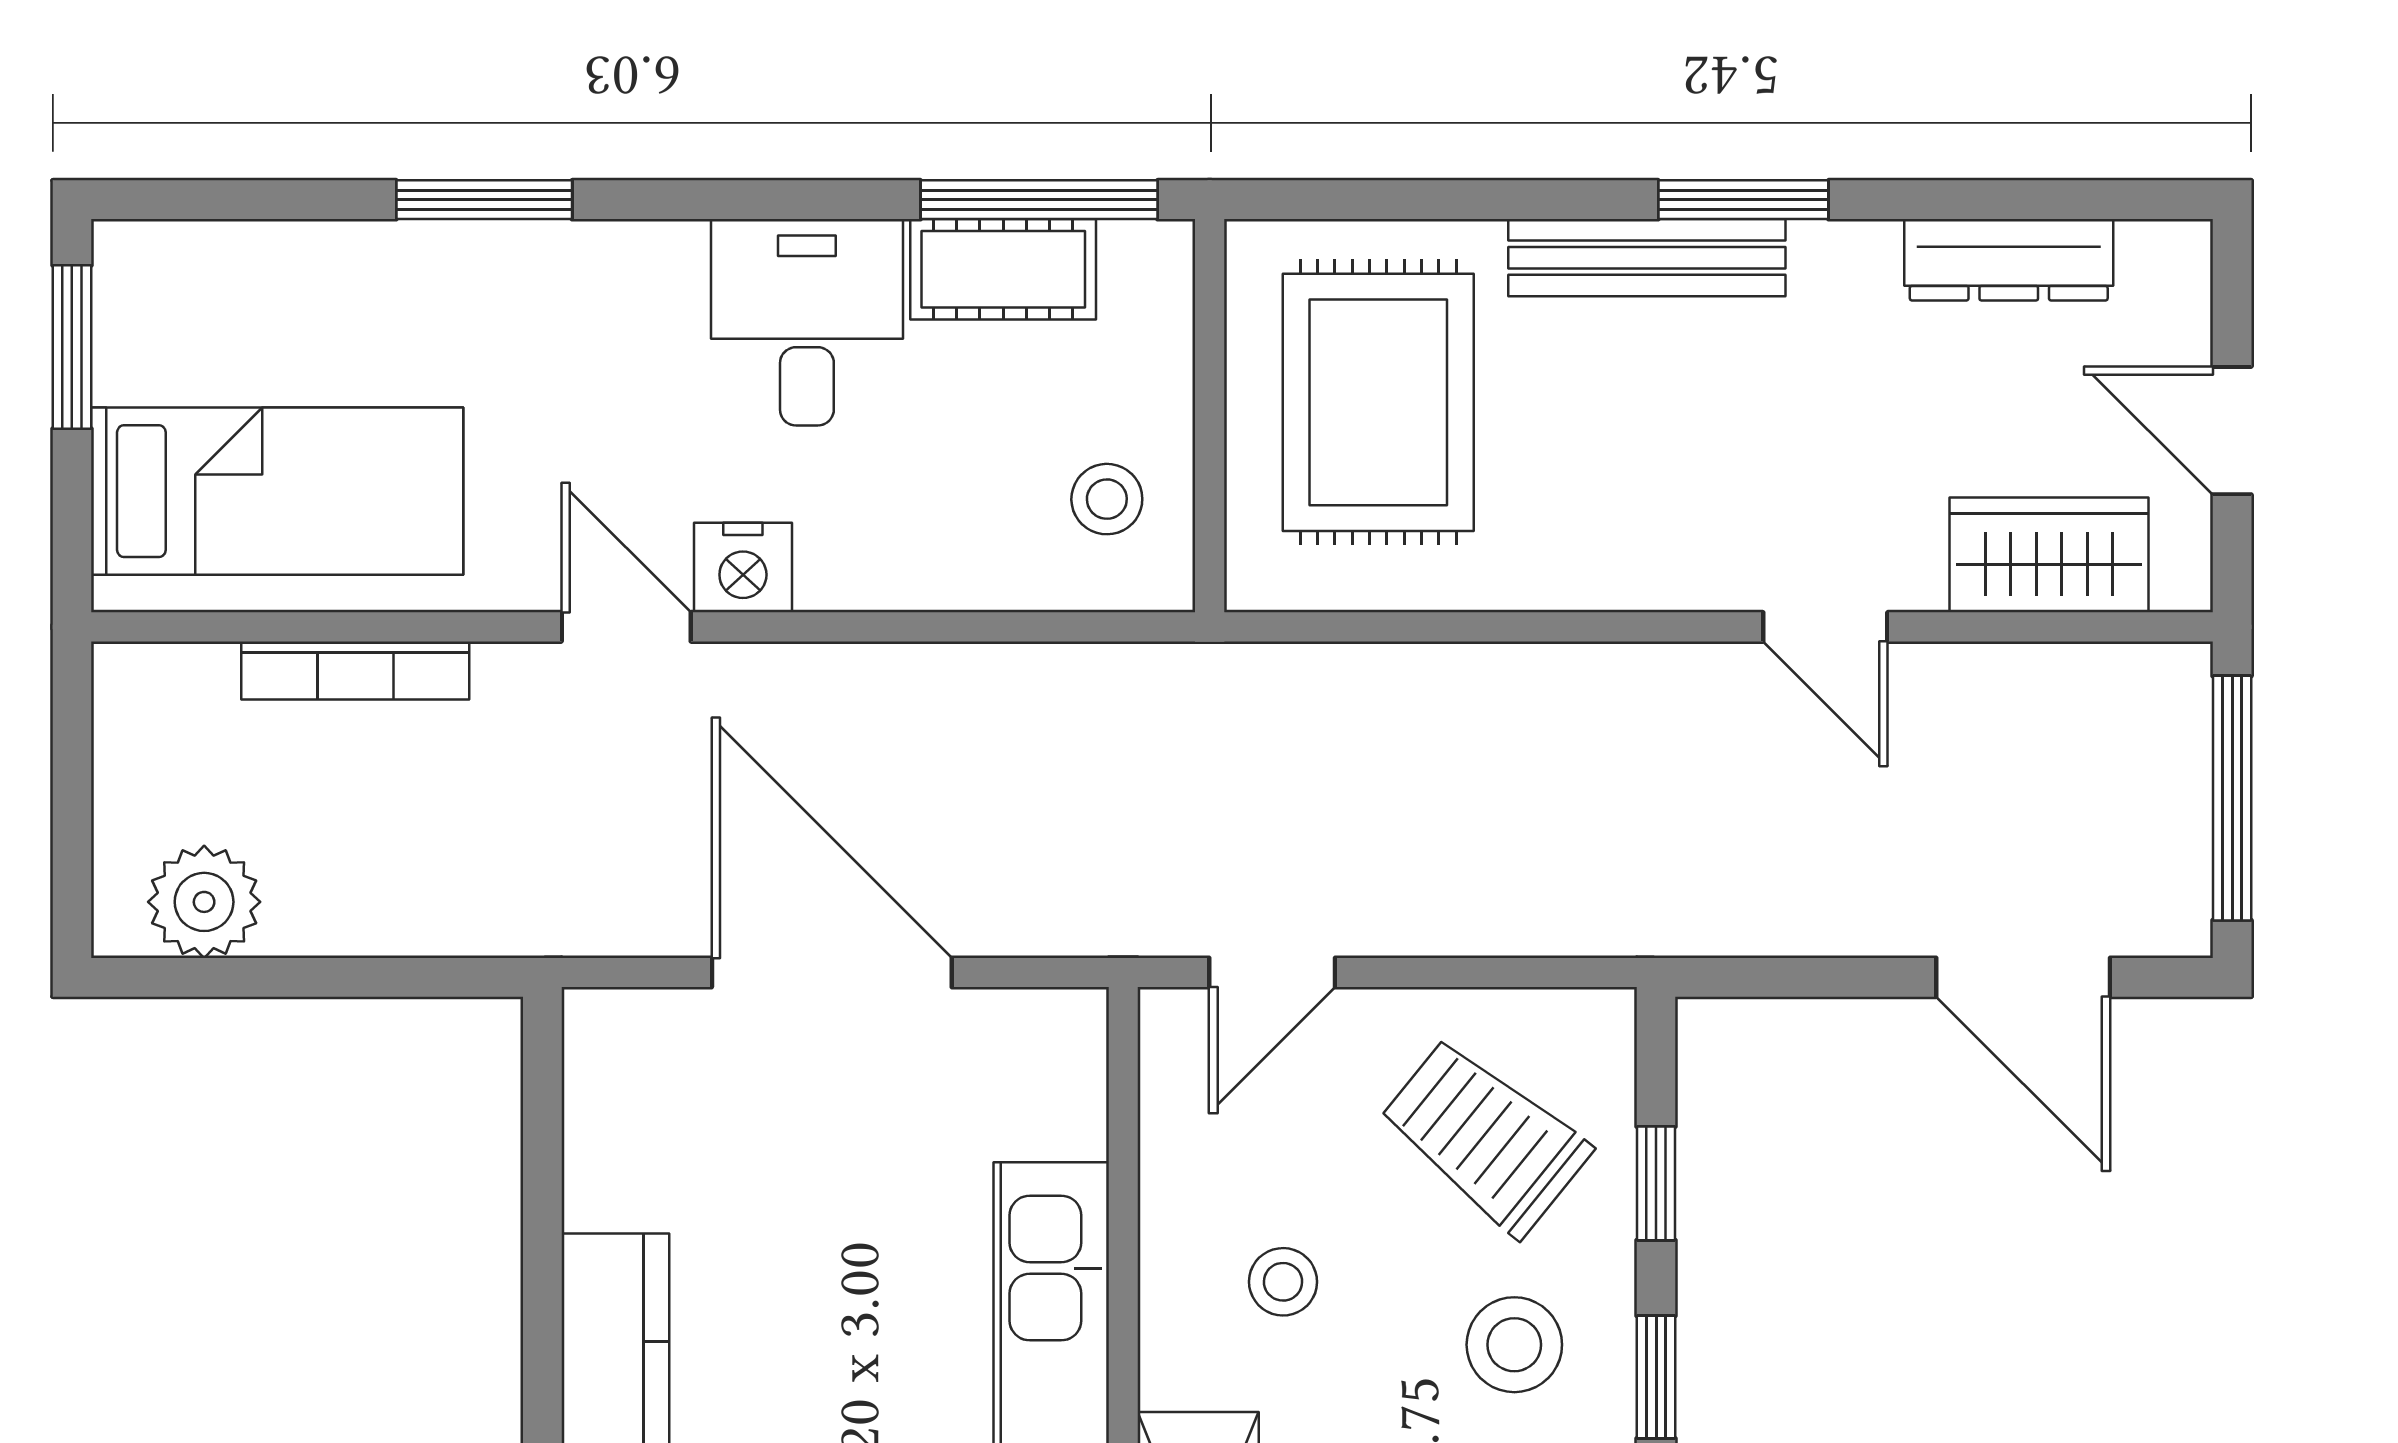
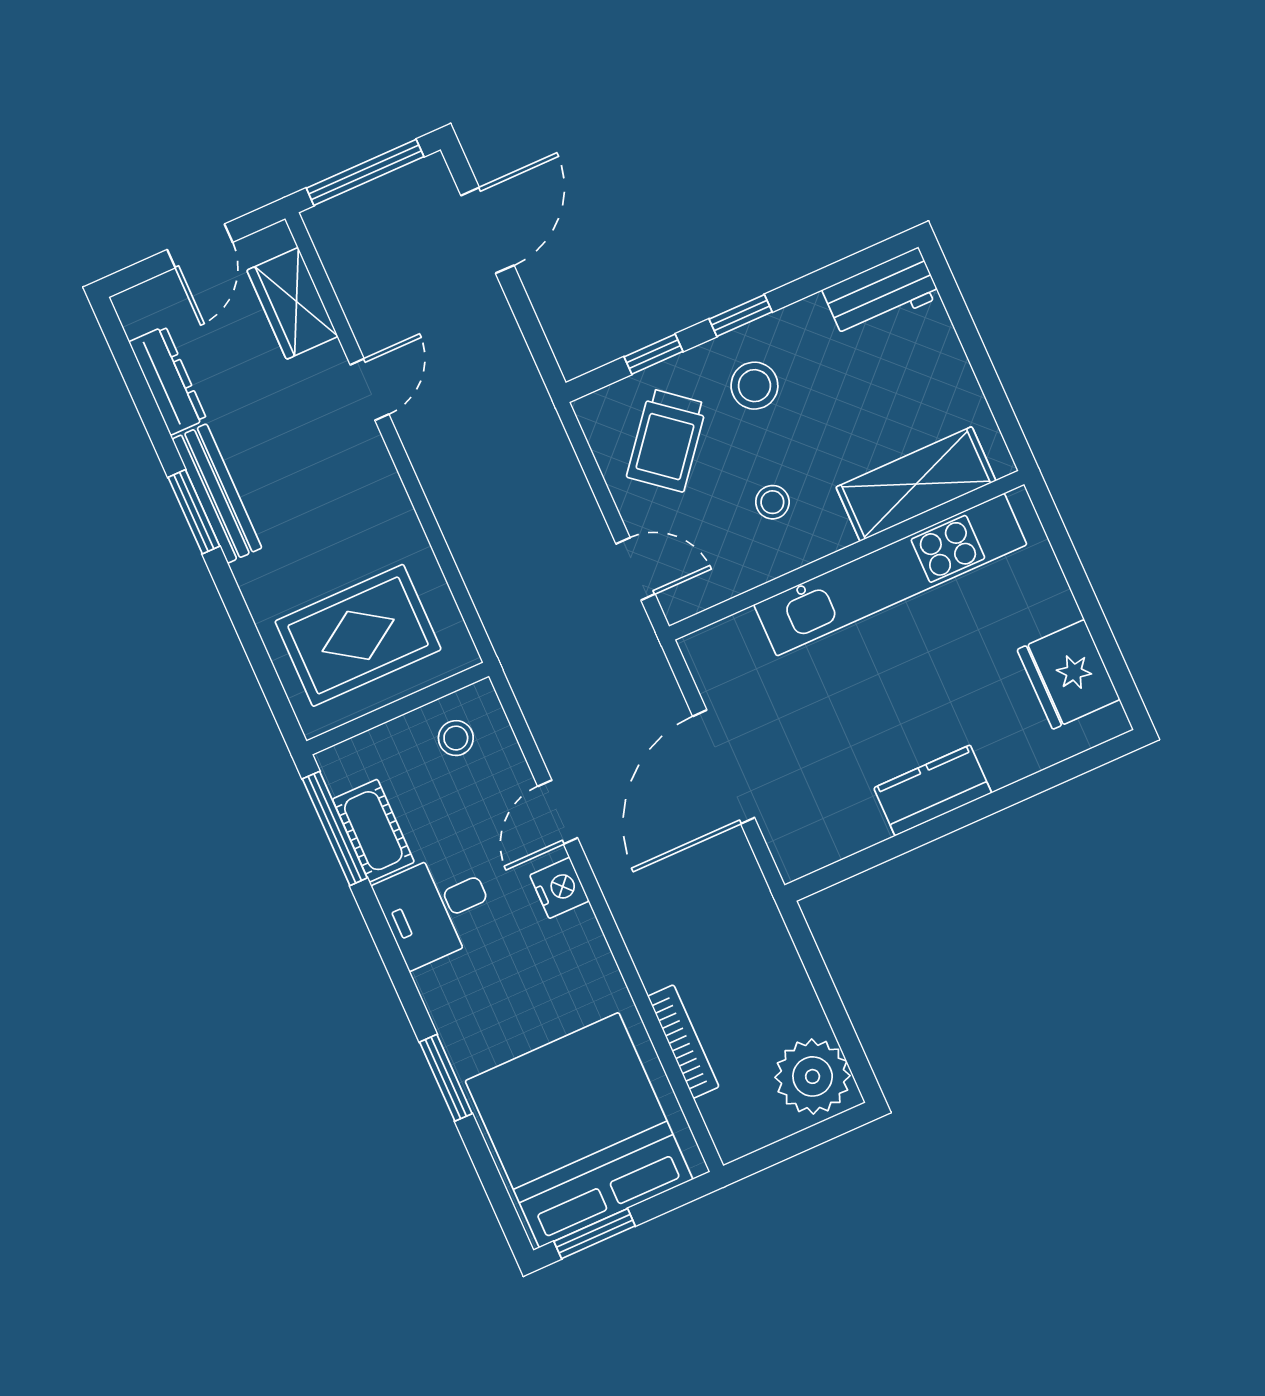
bench: (1647, 258) -> (217, 494), moved
bed: (277, 491) -> (579, 1130), width x2.04
door: (626, 627) -> (558, 812), moved
plant: (204, 902) -> (813, 1076), width x1.36, depth x1.36

